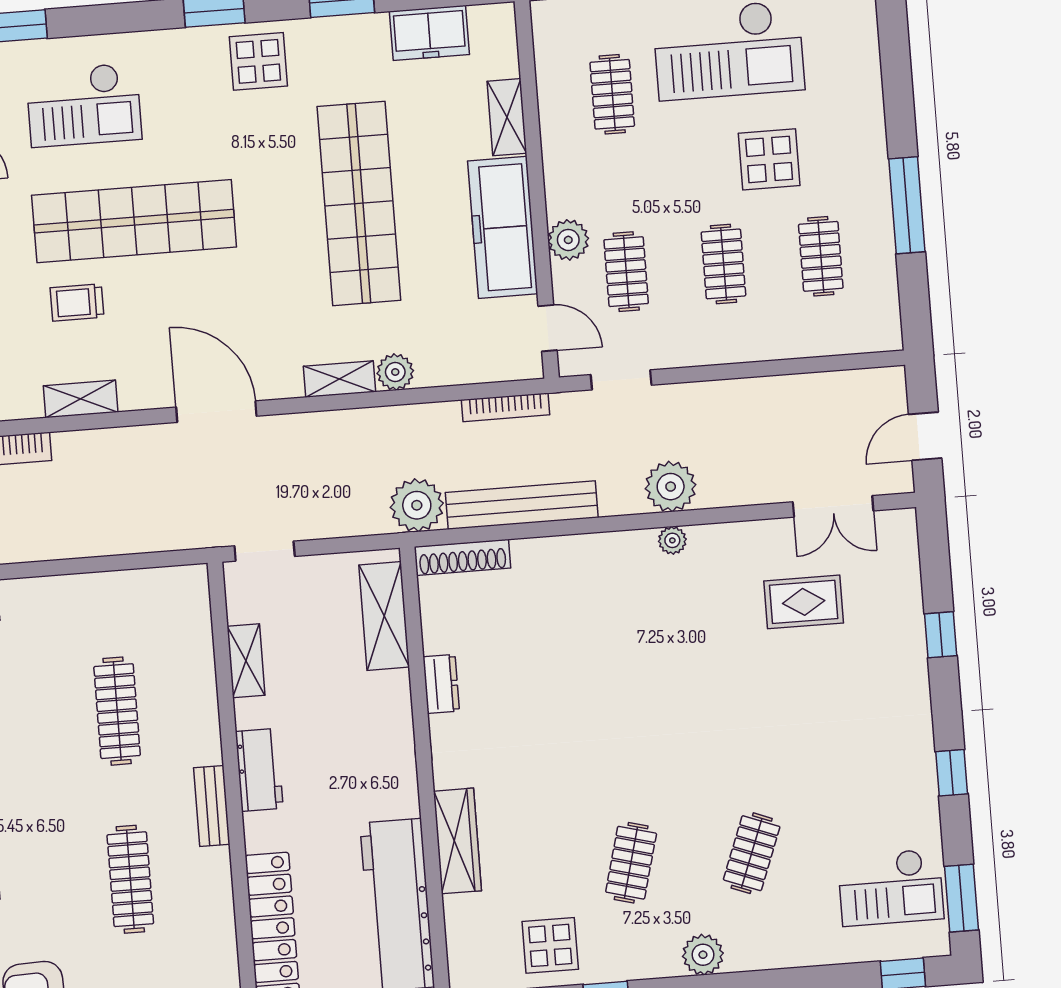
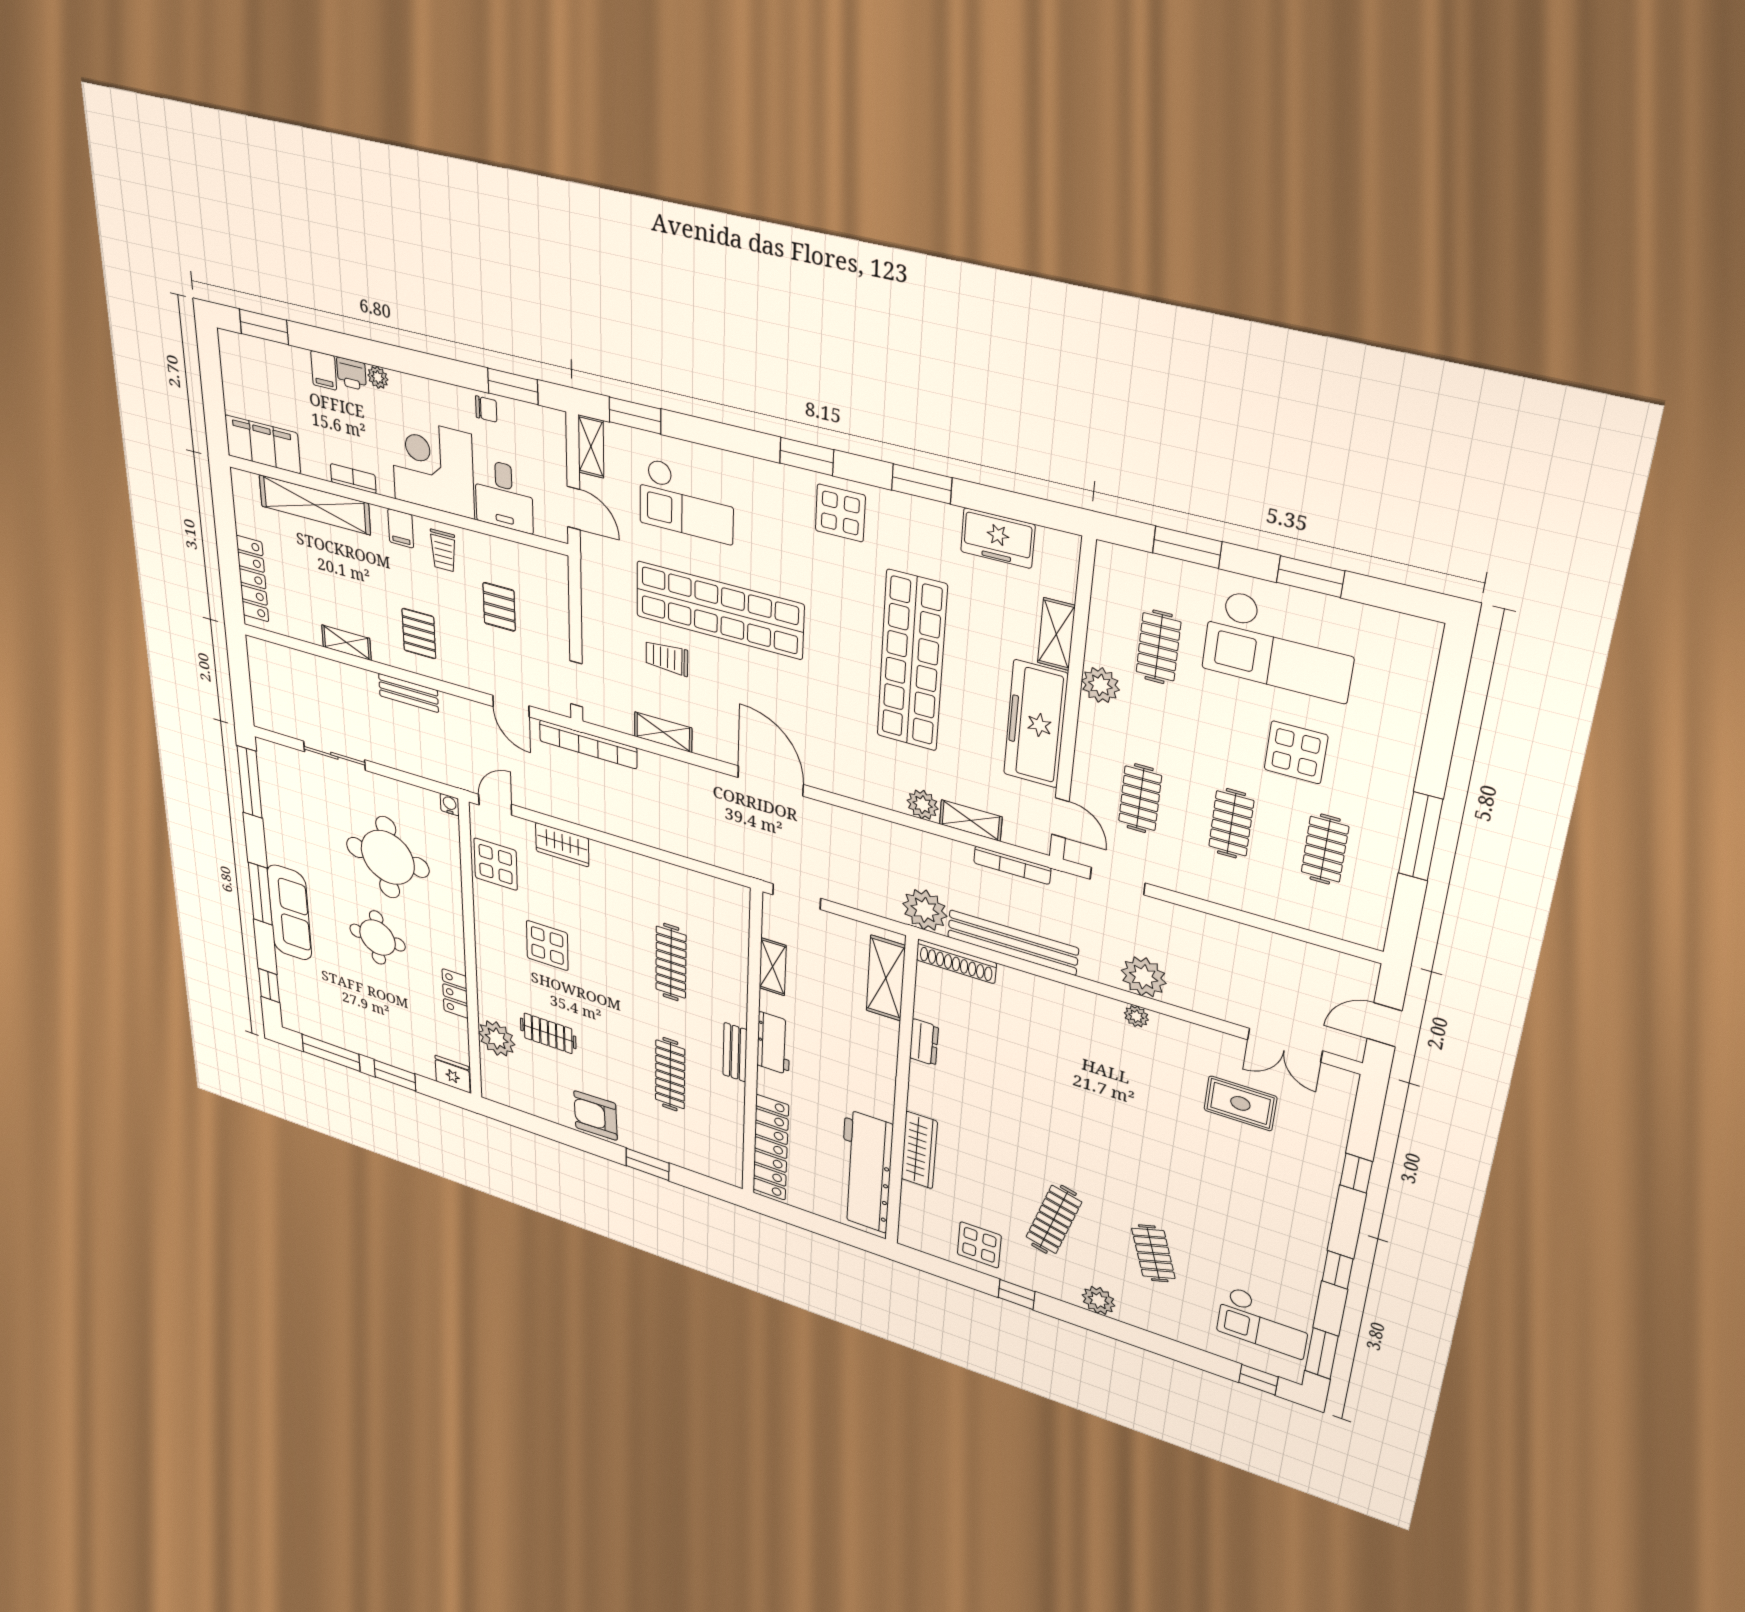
plant: (568, 240) -> (1100, 685), moved
shelving: (339, 379) -> (971, 821), moved
clothes rail: (752, 853) -> (1153, 1253), turned -39
clothes rail: (631, 863) -> (1054, 1220), width x1.36

